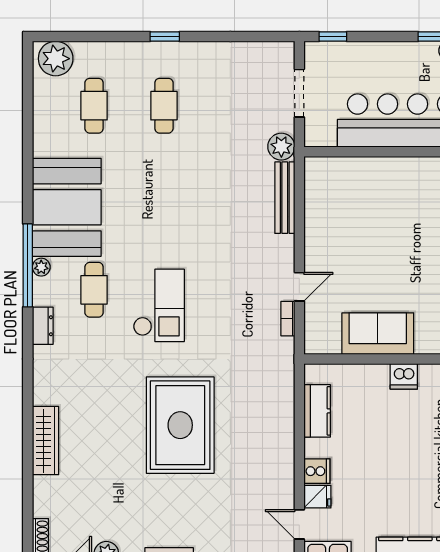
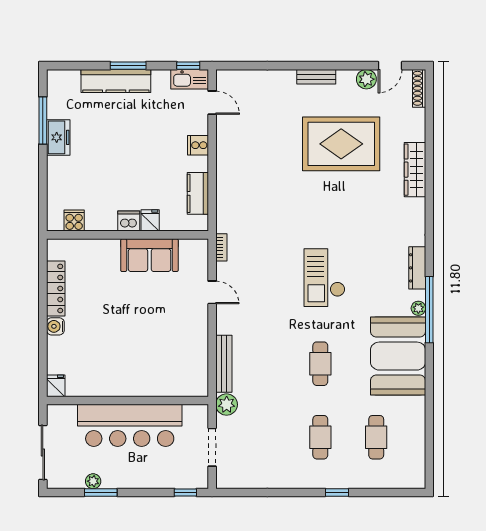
window: (165, 37) -> (337, 492), moved
plant: (56, 59) -> (407, 475), removed
door: (299, 287) -> (212, 292), swing flipped
cafe table: (94, 290) -> (320, 364), moved
bookcase: (288, 319) -> (221, 247), moved
dresser: (43, 326) -> (417, 268), width x1.44
rug: (180, 425) -> (341, 144), moved, turned 90
fridge: (317, 497) -> (150, 220), moved, turned 90

